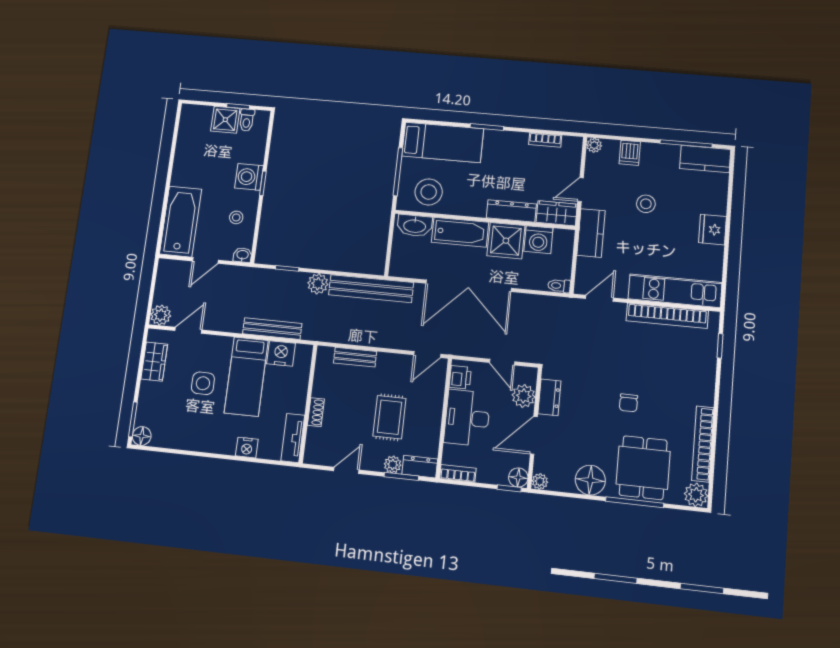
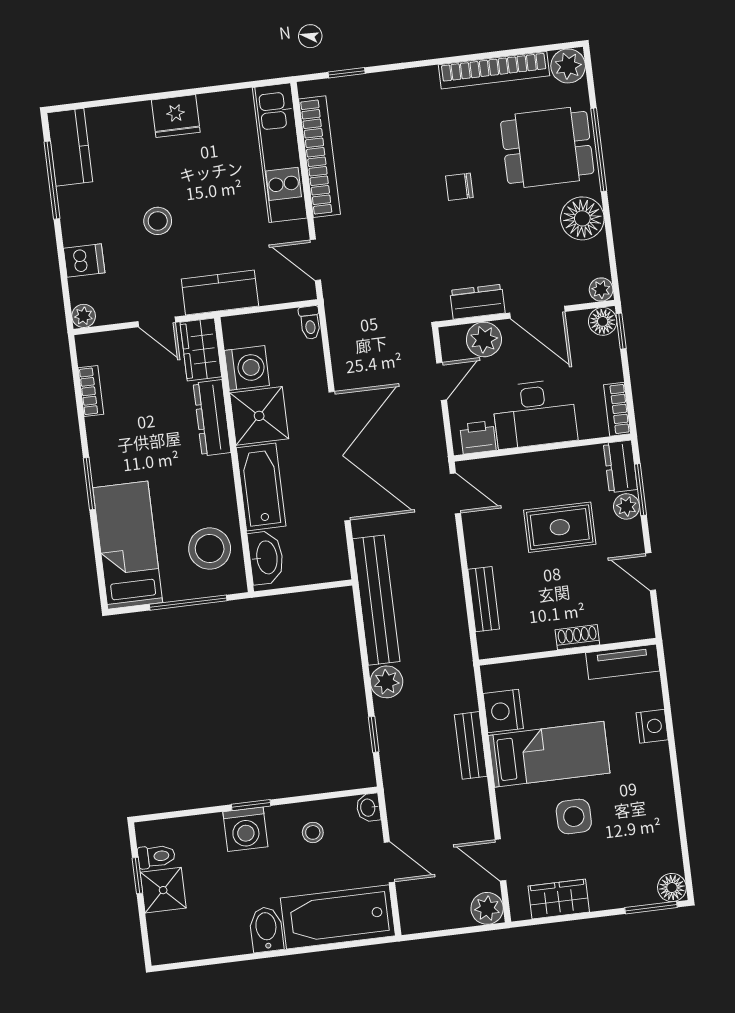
bidet: (185, 176) -> (266, 929), added
bench: (272, 329) -> (471, 745), width x0.73
chair: (628, 403) -> (459, 187), turned 180

